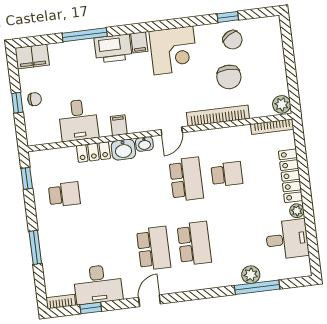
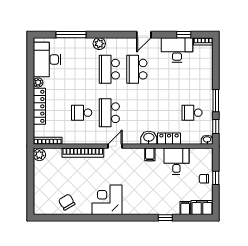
window: (228, 17) -> (68, 218), removed
window: (85, 35) -> (165, 218), width x0.46
filing cabinet: (139, 42) -> (185, 208), moved
printer: (113, 48) -> (147, 206), removed
chair: (229, 77) -> (72, 177), removed
washbasin: (144, 144) -> (207, 140), moved
desk: (287, 239) -> (47, 59), width x1.37
window: (35, 247) -> (216, 101), moved
plant: (251, 275) -> (99, 44), moved

